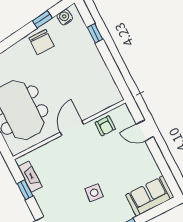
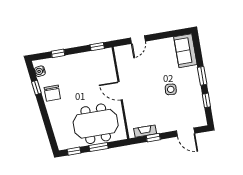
chair: (42, 42) -> (52, 93), turned 90
window: (119, 81) -> (97, 47), added
armchair: (105, 126) -> (126, 67), removed

